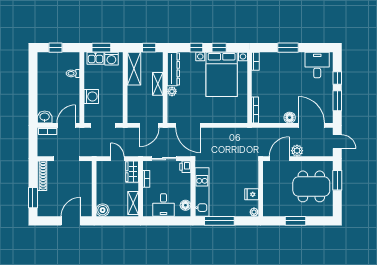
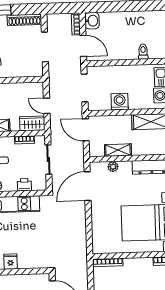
shelving: (158, 84) -> (118, 150), moved
plant: (172, 91) -> (113, 167), moved
washing machine: (91, 96) -> (120, 102), moved, turned 180
door: (149, 125) -> (86, 130), moved
door: (117, 159) -> (47, 106), swing flipped
printer: (185, 167) -> (24, 185), moved

